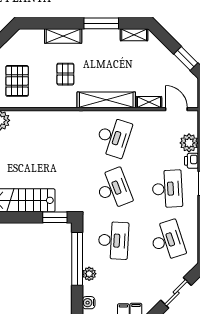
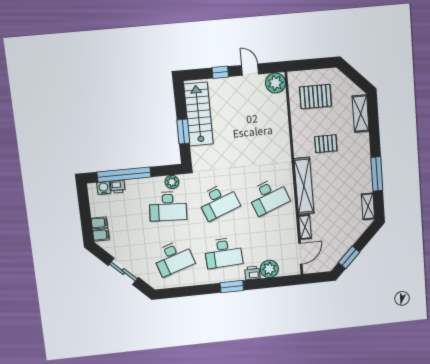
shelving: (63, 36) -> (361, 114), moved
desk: (113, 137) -> (268, 196), turned -39
window: (55, 217) -> (183, 132), moved
window: (77, 259) -> (124, 175), moved
plant: (89, 274) -> (172, 182), moved
printer: (89, 289) -> (118, 187), added

